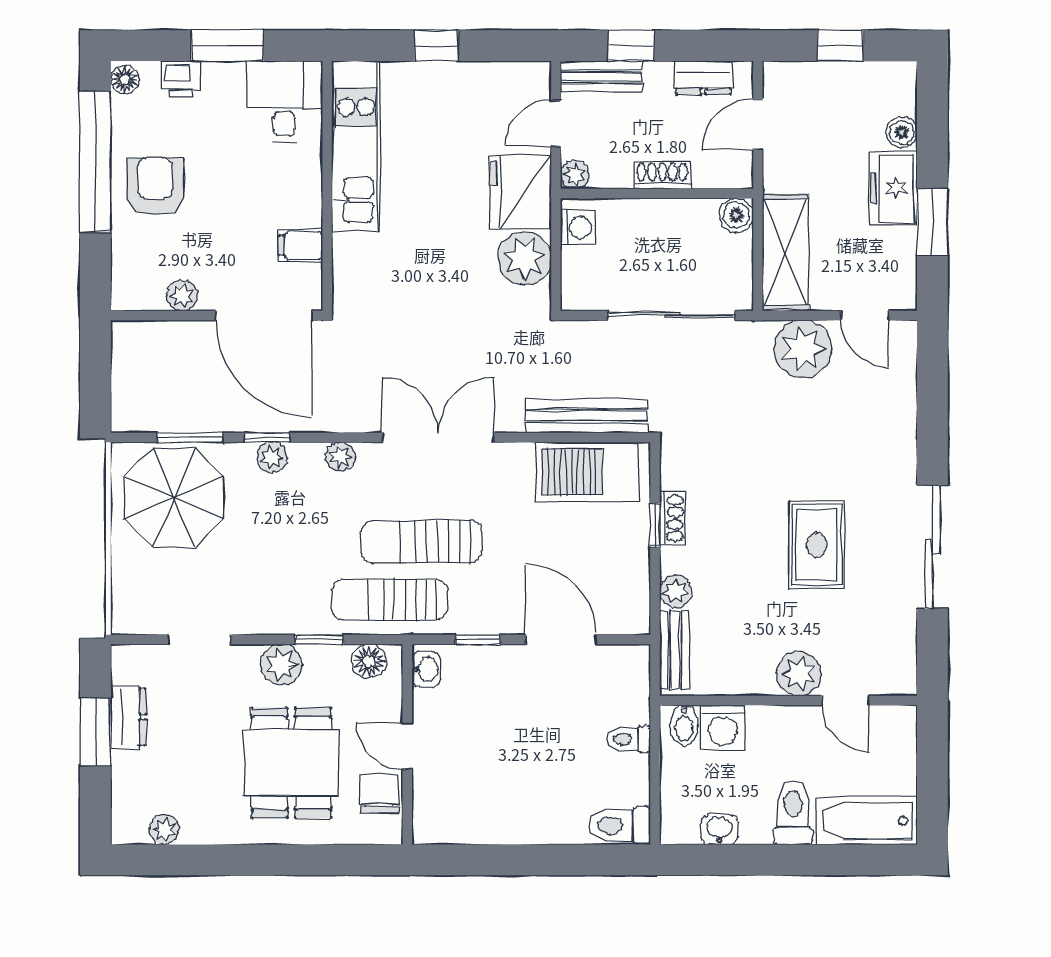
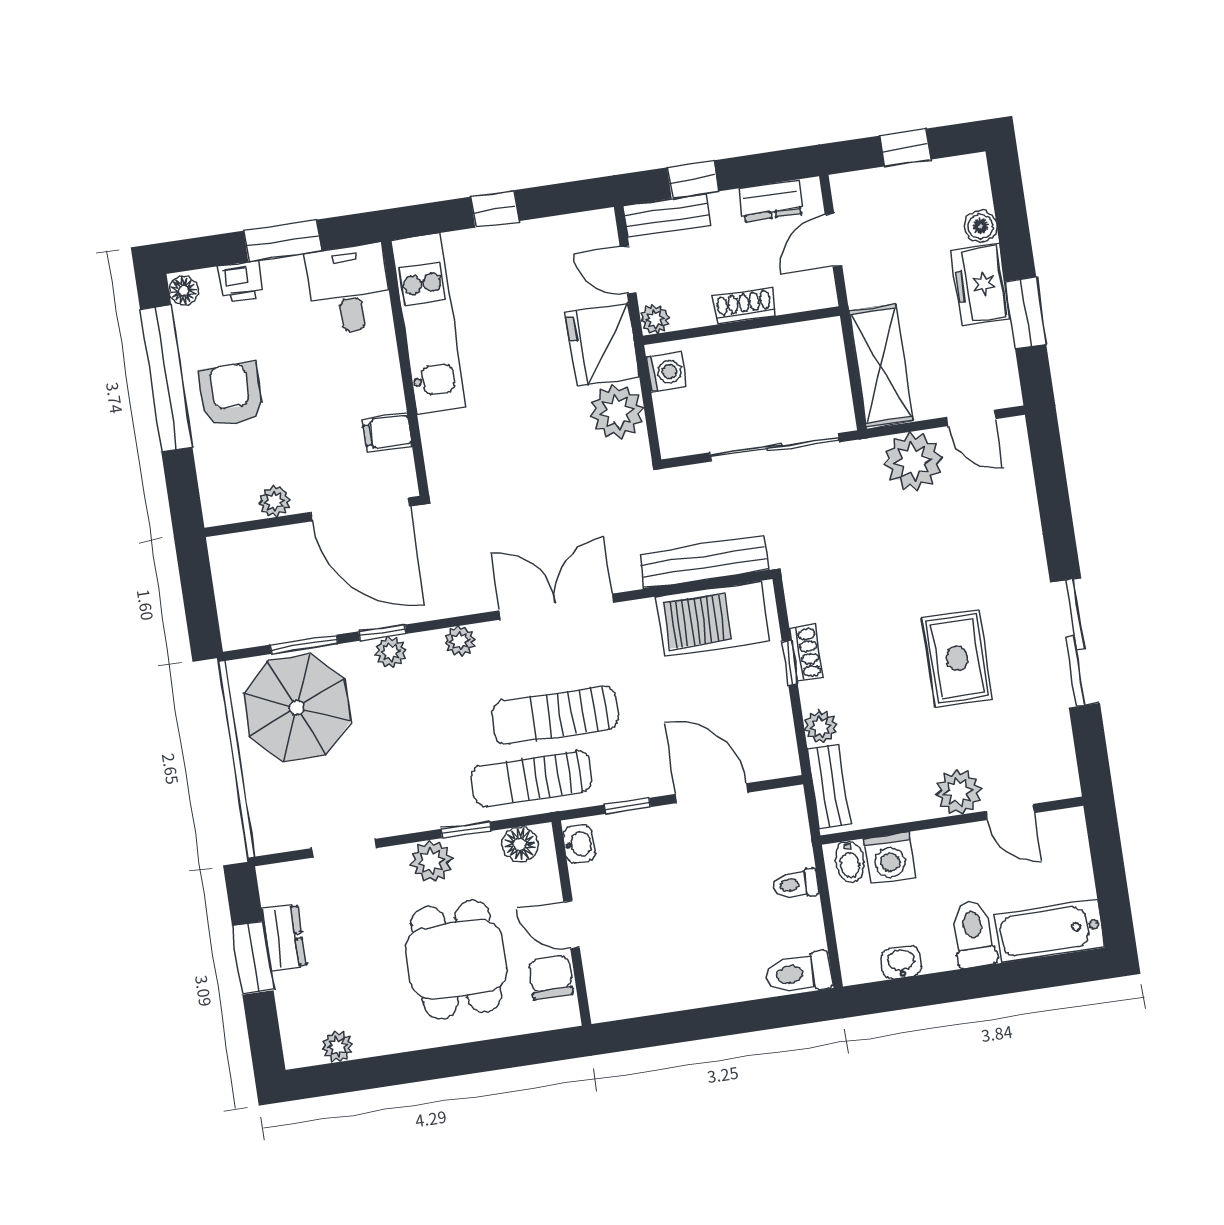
door: (556, 123) -> (628, 270), hinge flipped
boiler: (736, 215) -> (825, 336), removed

